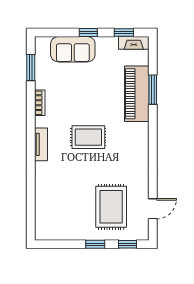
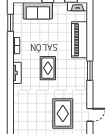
window: (153, 90) -> (90, 71), moved
rug: (88, 137) -> (48, 68), turned 90

